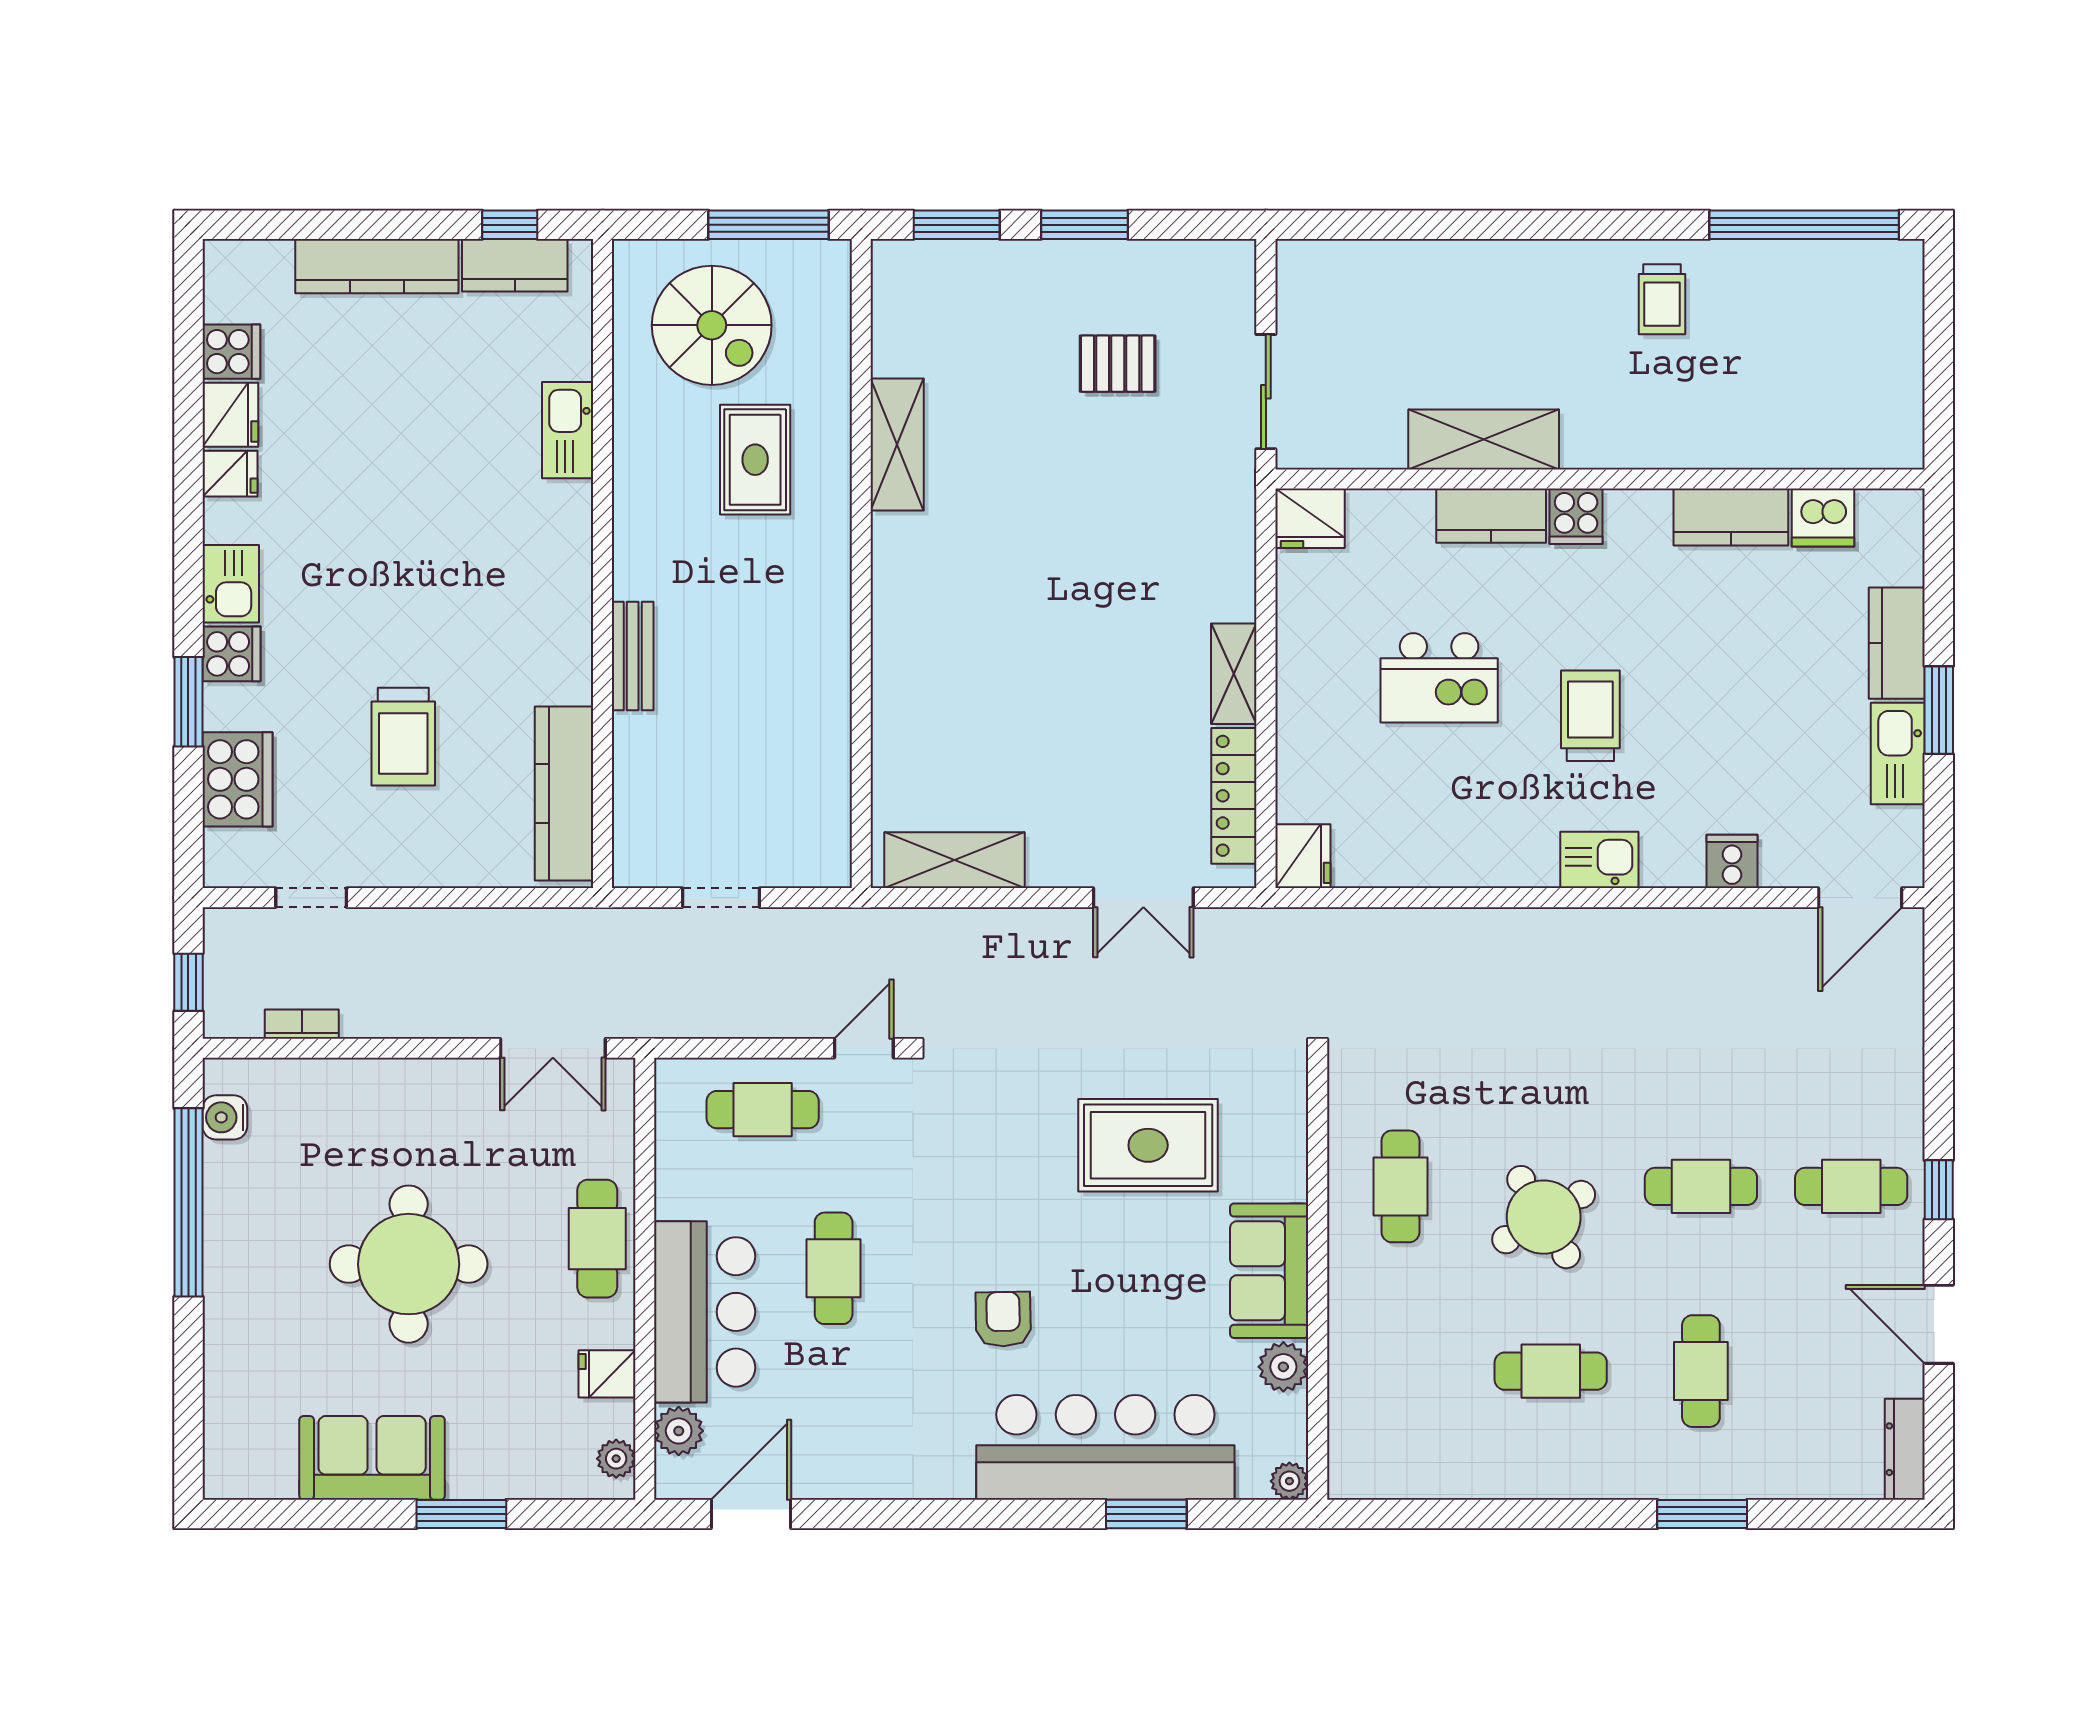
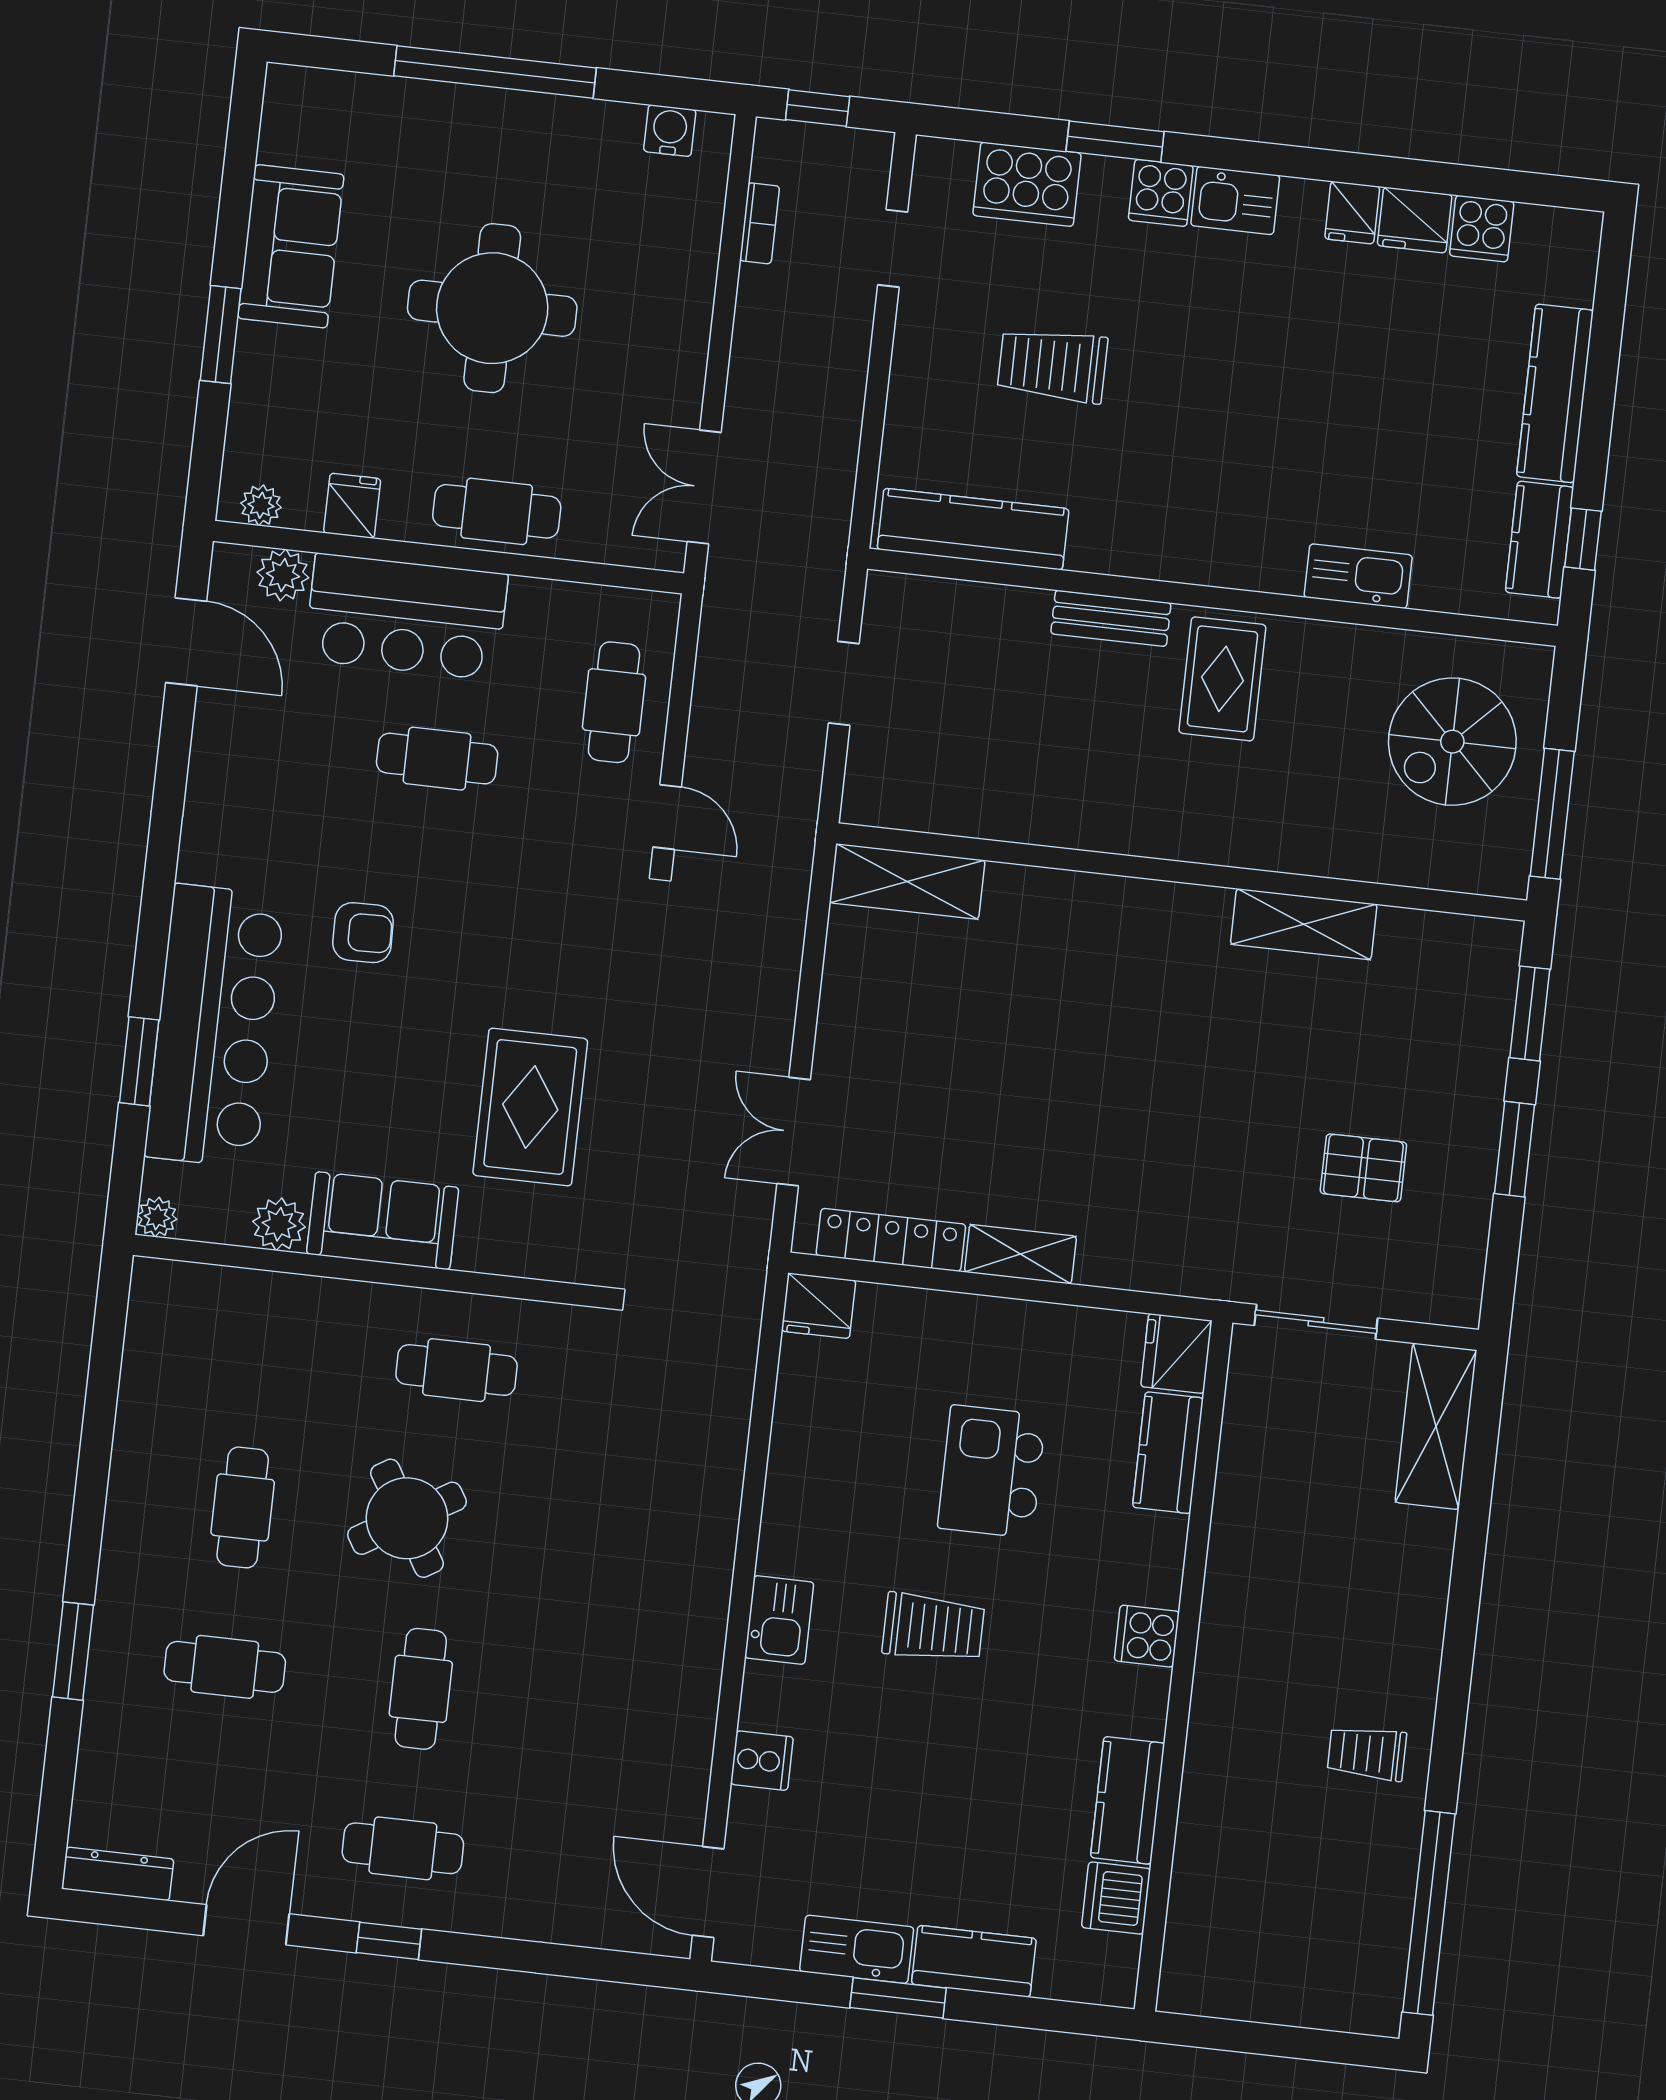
pallet: (1118, 364) -> (1363, 1168), turned 90
shelving: (1484, 439) -> (1436, 1426), moved
rug: (755, 460) -> (1222, 679), moved, turned 90
kitchen counter: (1491, 516) -> (1168, 1453), moved
shelving: (954, 860) -> (907, 881), moved, turned 90
cafe table: (1851, 1186) -> (403, 1848), turned 90
window: (188, 1202) -> (495, 72), moved

